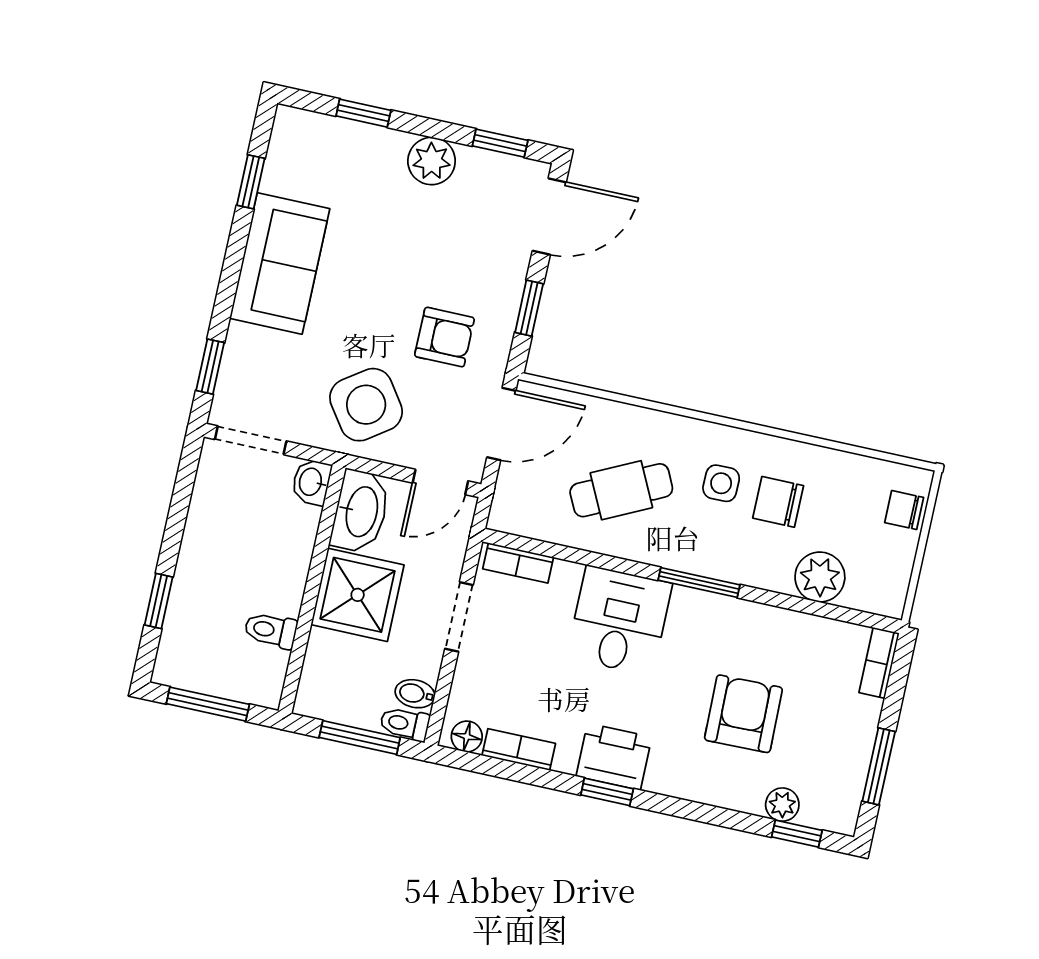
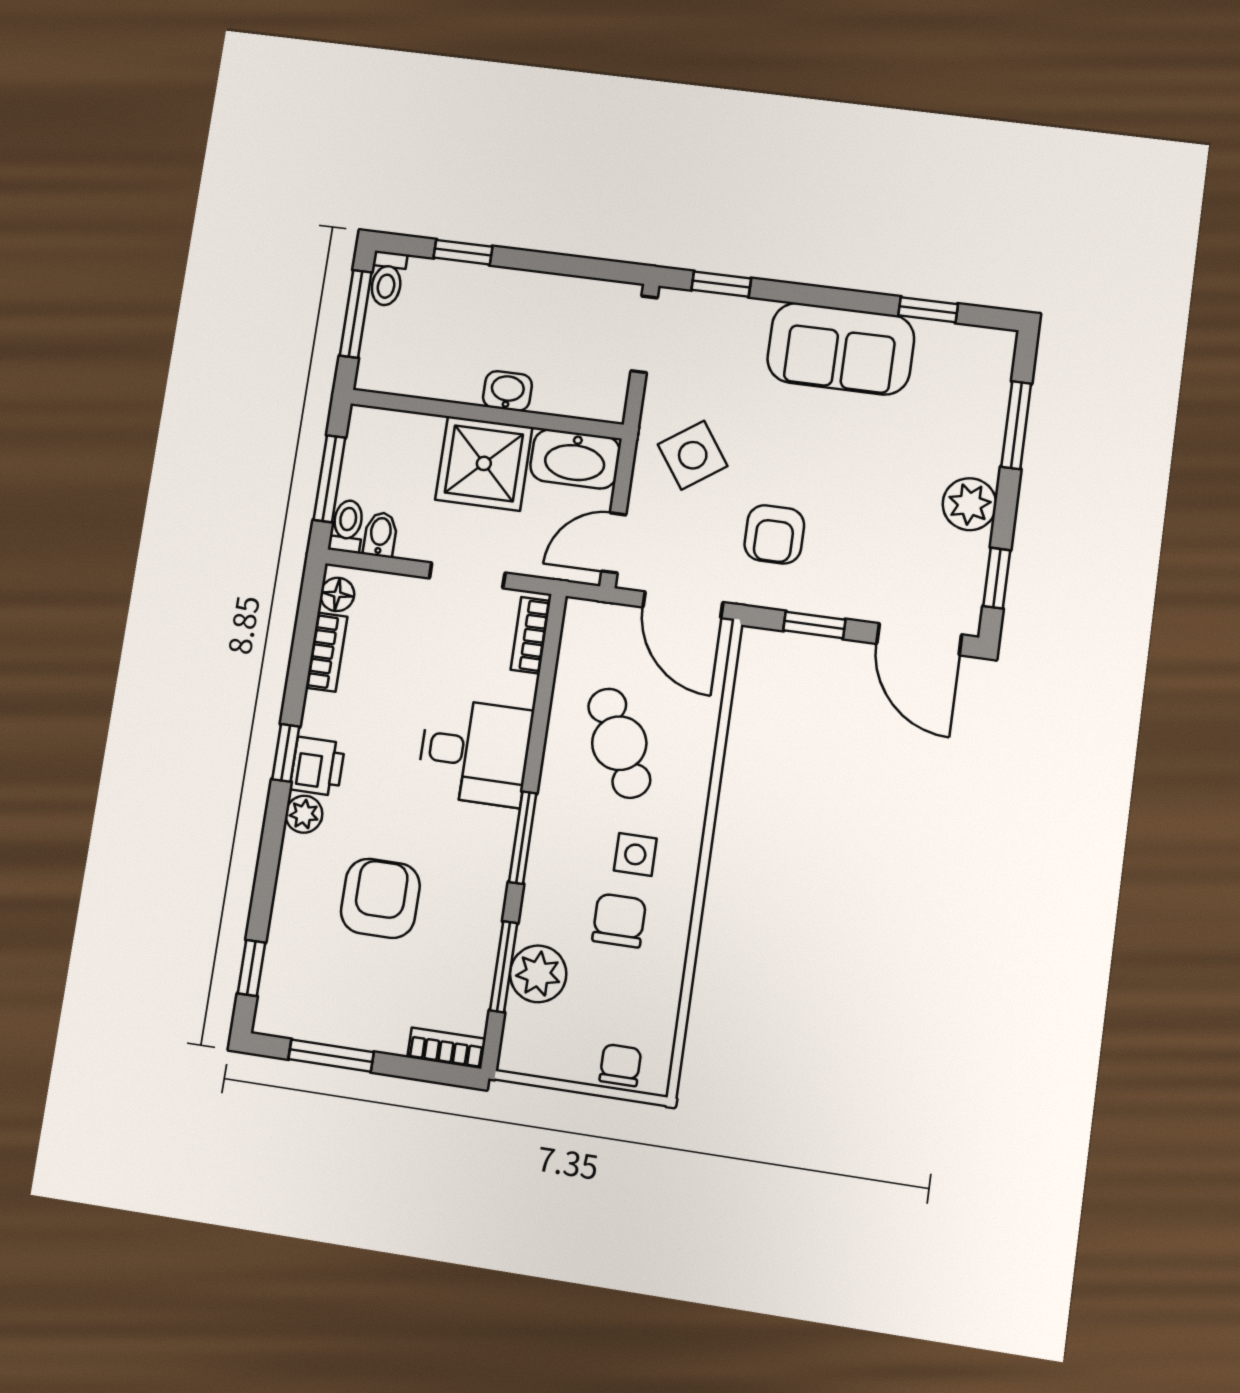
window: (363, 113) -> (1016, 425), width x1.50
side table: (366, 405) -> (693, 455), width x0.73, depth x0.73
washbasin: (311, 482) -> (507, 391), moved
door: (440, 482) -> (614, 543), hinge flipped
window: (812, 607) -> (504, 967), added
toilet: (271, 630) -> (387, 279), moved, turned 180
armchair: (743, 714) -> (380, 898), turned -89
printer: (614, 757) -> (317, 766), width x0.73, depth x0.81
plant: (782, 805) -> (304, 814), moved

